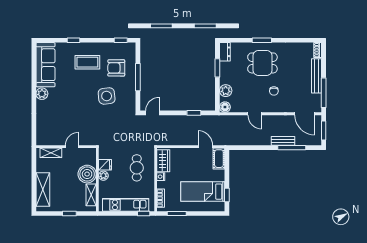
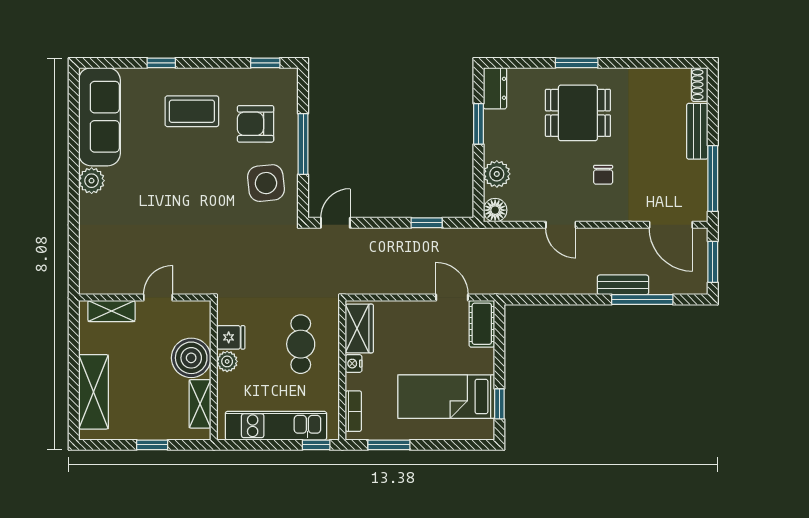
bench: (317, 76) -> (697, 131), width x0.73
side table: (107, 96) -> (266, 183), moved

